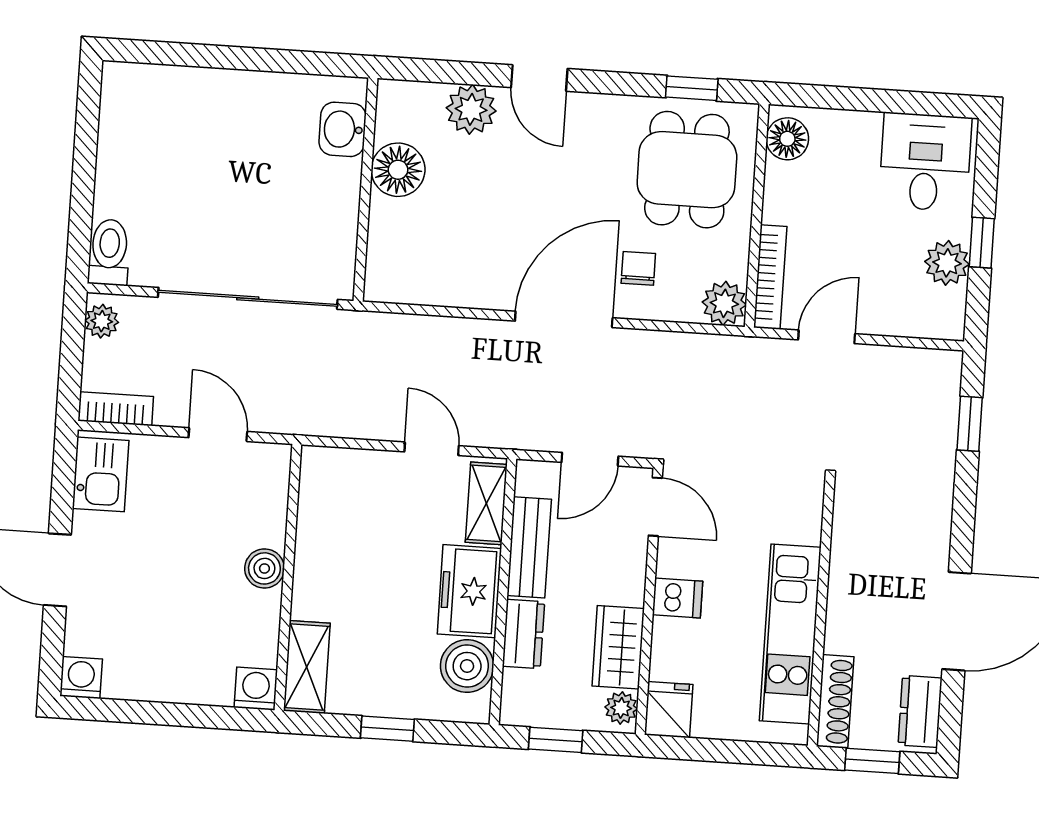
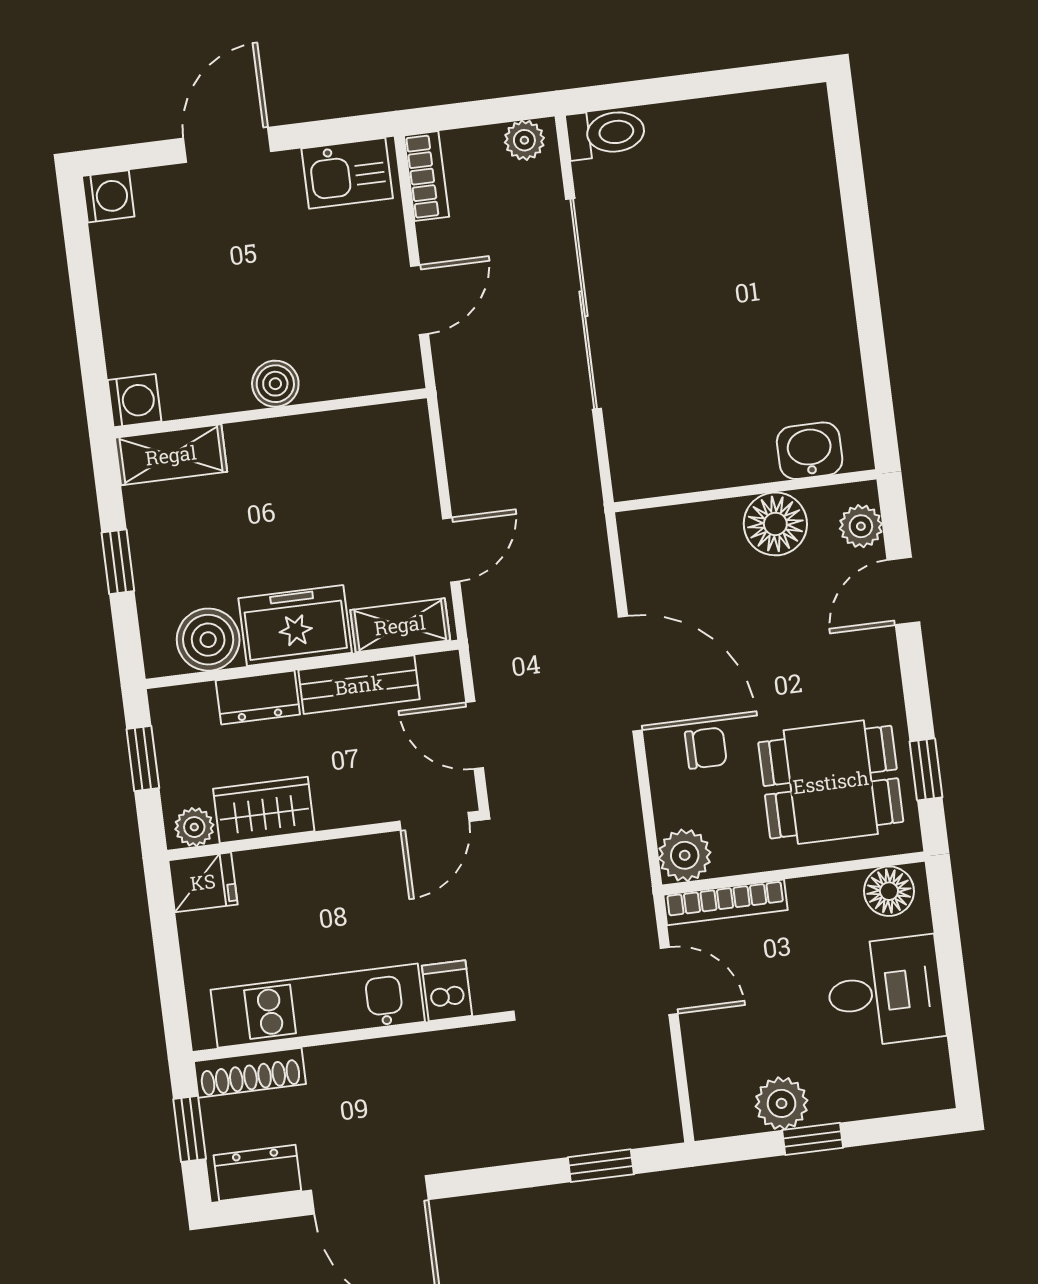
plant: (471, 109) -> (861, 526), width x0.73, depth x0.73
washbasin: (343, 129) -> (810, 451), moved
desk: (925, 162) -> (885, 992), moved
floor lamp: (398, 170) -> (775, 524), moved
wall: (366, 190) -> (745, 491), moved
dishwasher: (678, 598) -> (447, 991), moved, turned 180

